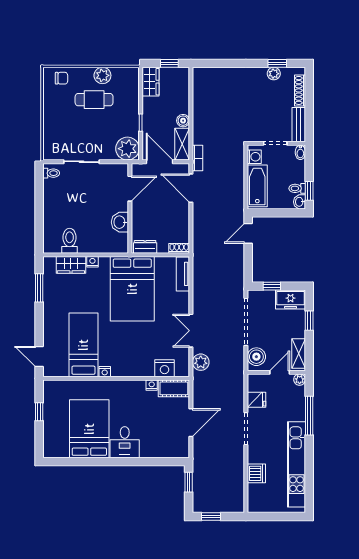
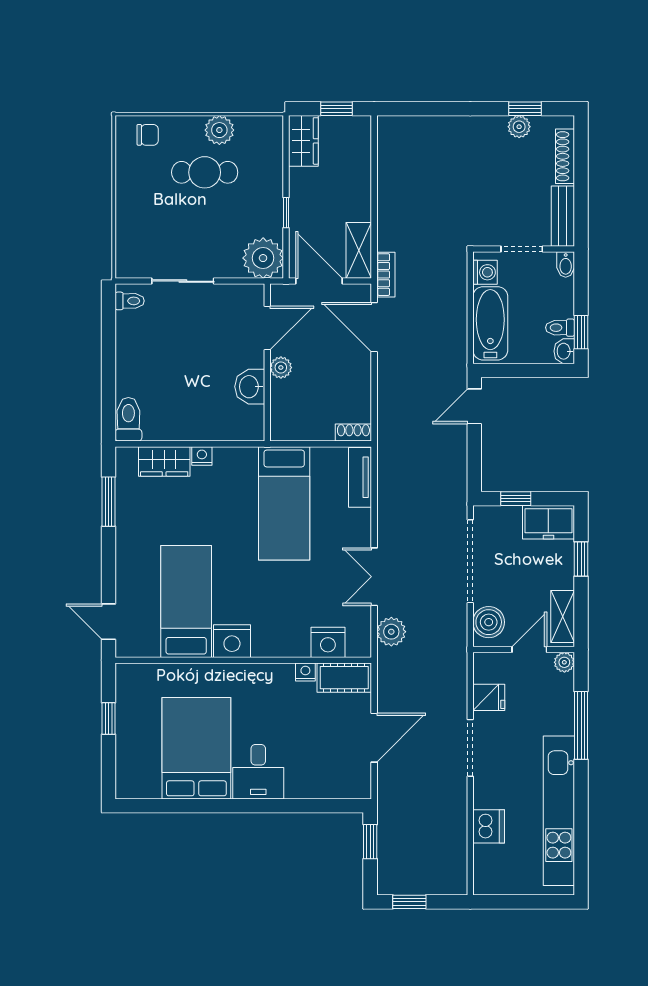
boiler: (183, 121) -> (360, 209), removed
plant: (138, 211) -> (281, 367), added
toilet: (70, 241) -> (128, 419), moved
dresser: (145, 247) -> (294, 430), removed
bed: (132, 289) -> (284, 503), width x0.67
nightstand: (105, 372) -> (232, 641), width x1.89, depth x1.79

